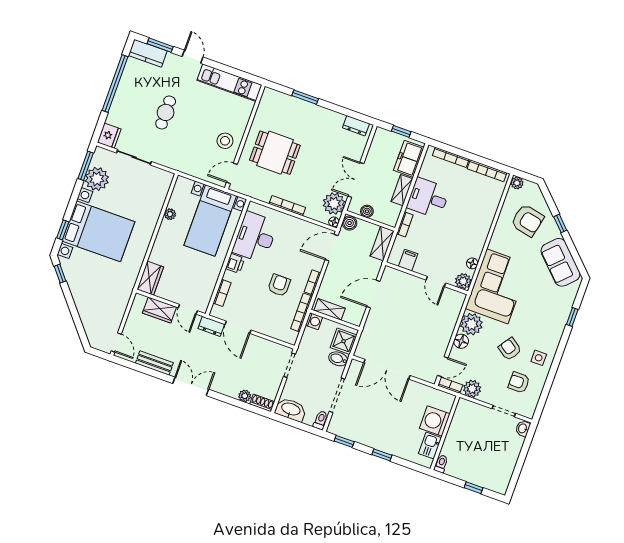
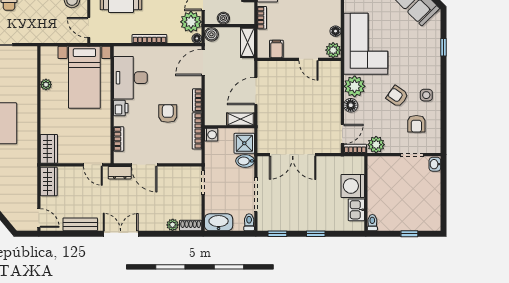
door: (232, 173) -> (89, 28), hinge flipped
shelving: (330, 309) -> (241, 119), moved
wardrobe: (160, 310) -> (49, 181), moved, turned -90
armchair: (519, 382) -> (416, 124), turned -90

